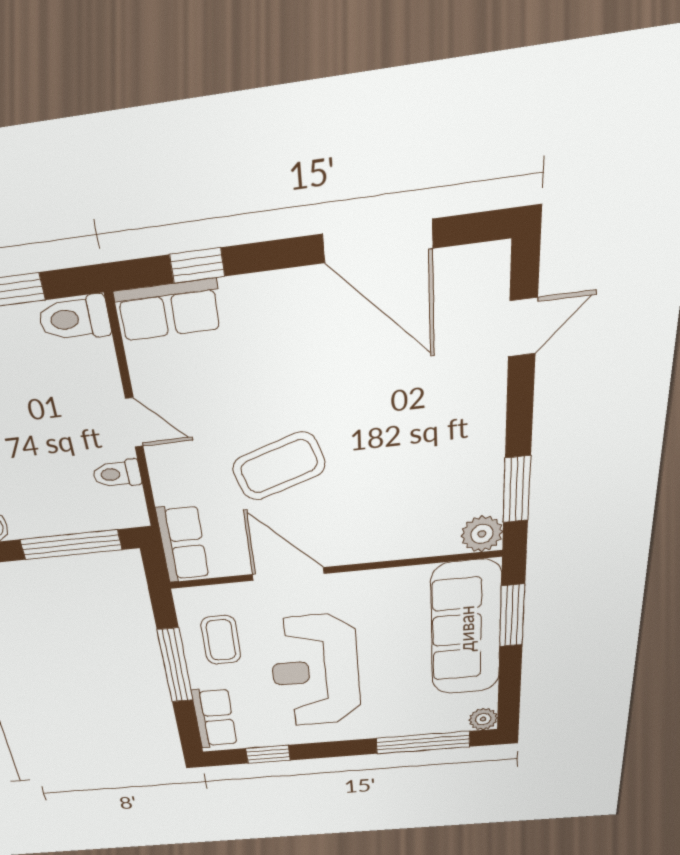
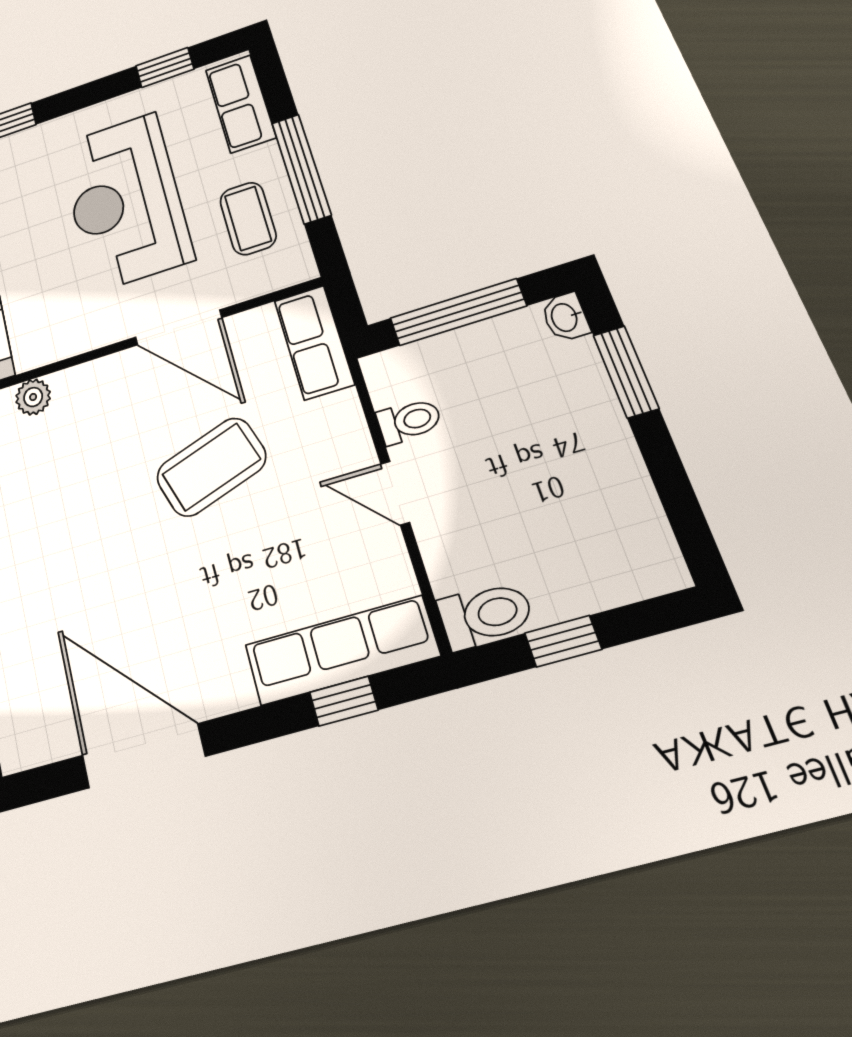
row of seats: (169, 310) -> (342, 650), width x1.48
plant: (419, 545) -> (33, 397), added
reception desk: (315, 671) -> (125, 201), turned 180

